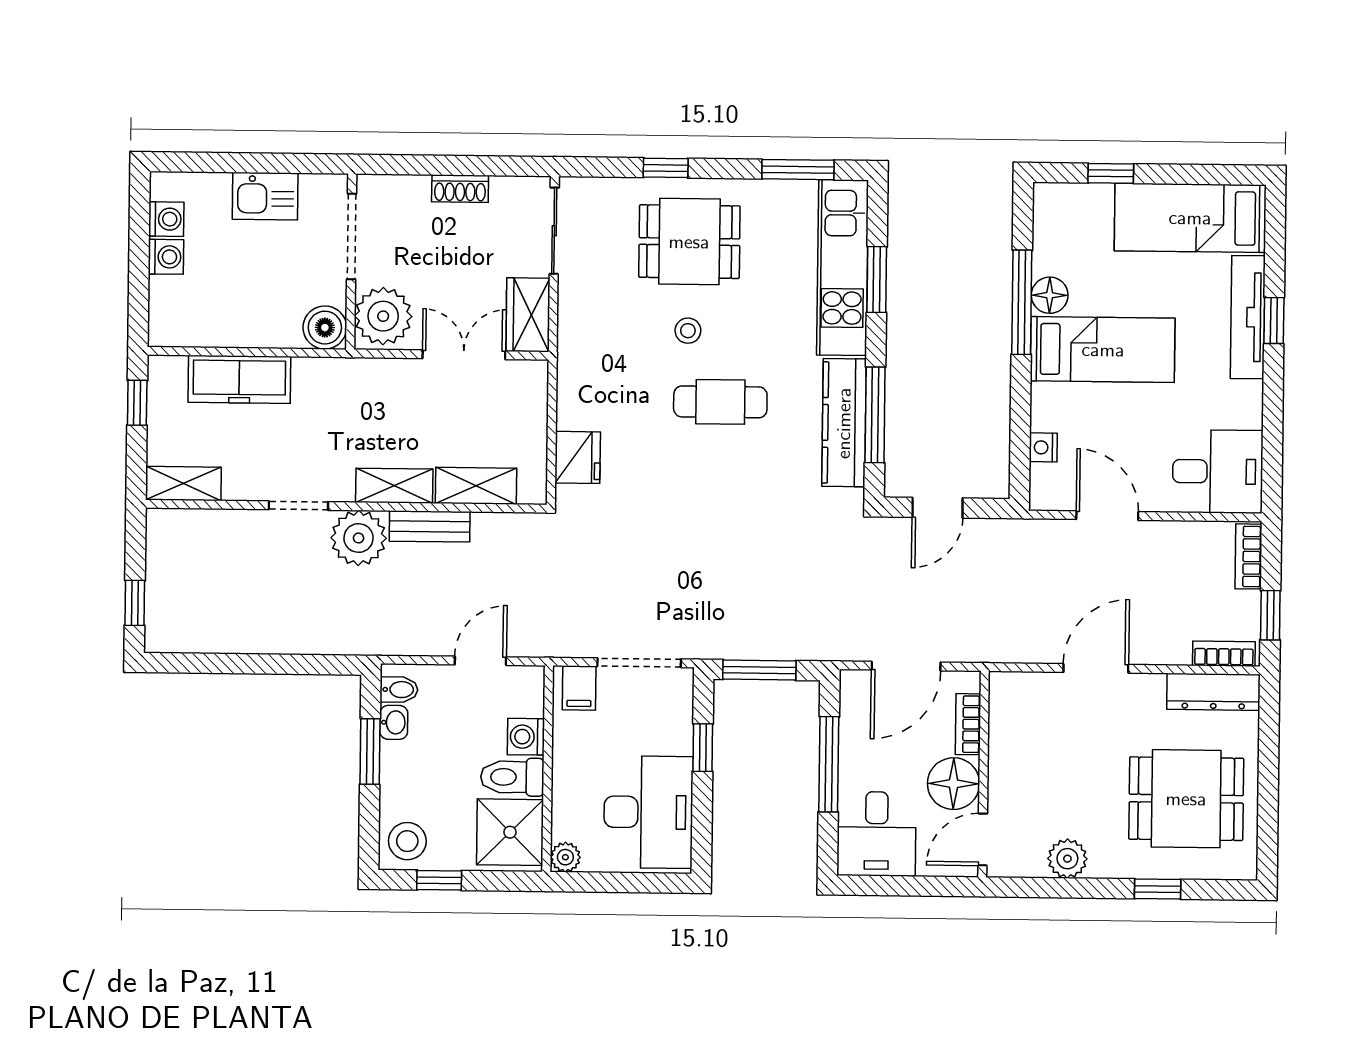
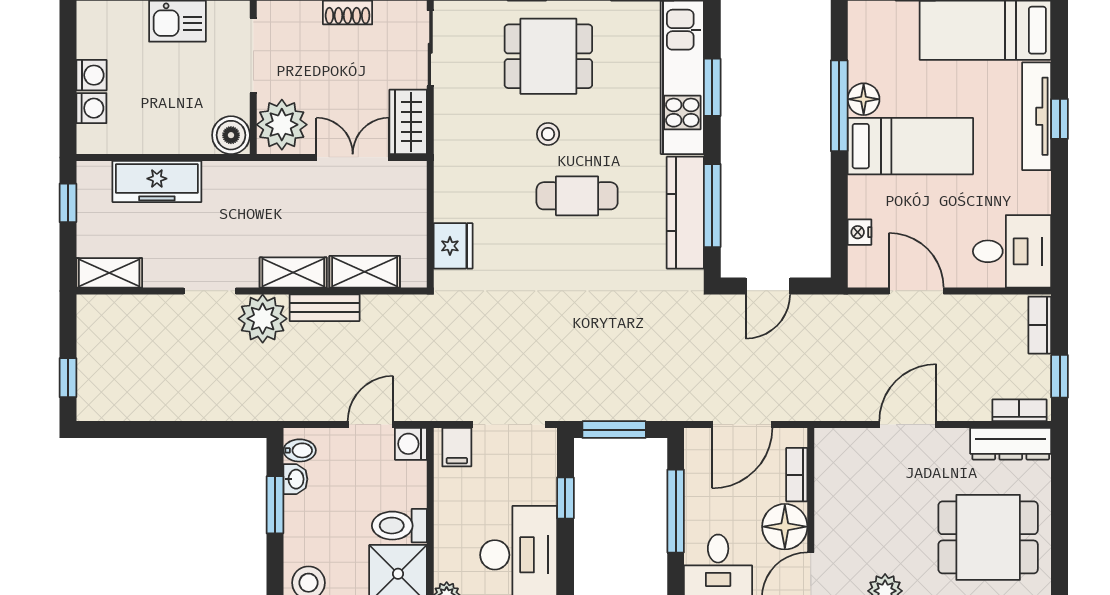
washing machine: (166, 219) -> (91, 108), moved
washing machine: (526, 737) -> (411, 444), moved

